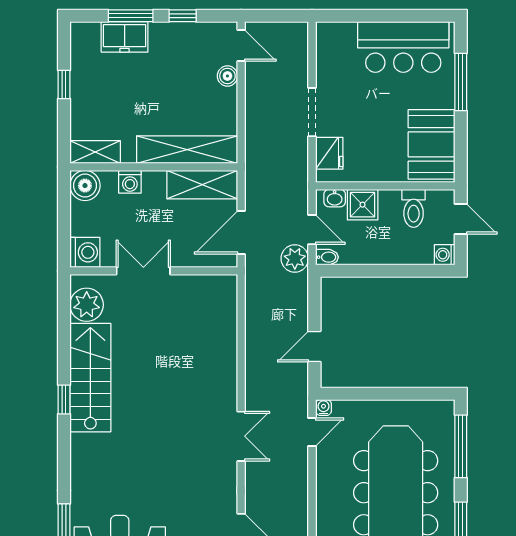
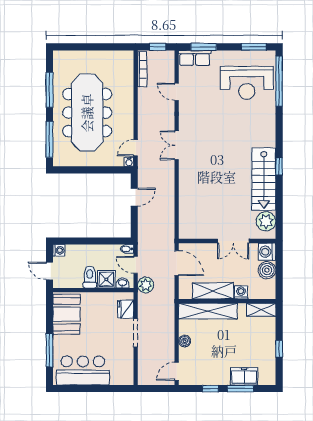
door: (241, 45) -> (177, 371), hinge flipped
boiler: (227, 76) -> (185, 341), moved
shelving: (202, 185) -> (213, 291), moved
boiler: (85, 186) -> (267, 270), moved
toilet: (414, 208) -> (90, 277), moved
door: (241, 233) -> (177, 263), hinge flipped
plant: (295, 258) -> (146, 285), moved

